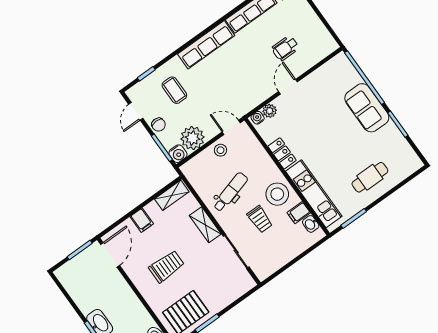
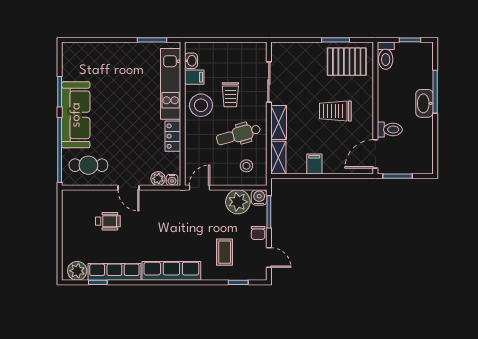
door: (288, 87) -> (128, 188), hinge flipped
sofa: (367, 108) -> (76, 115), width x1.36
door: (136, 111) -> (269, 257), hinge flipped
chair: (159, 125) -> (258, 233), turned 180
door: (231, 127) -> (199, 188), swing flipped
stool: (220, 150) -> (246, 166), moved
cafe table: (370, 177) -> (88, 165), moved
shelving: (172, 195) -> (278, 158), moved, turned 90
trolley: (260, 219) -> (230, 95), turned 180
filing cabinet: (142, 220) -> (314, 164), moved
toilet: (113, 283) -> (390, 130), added

